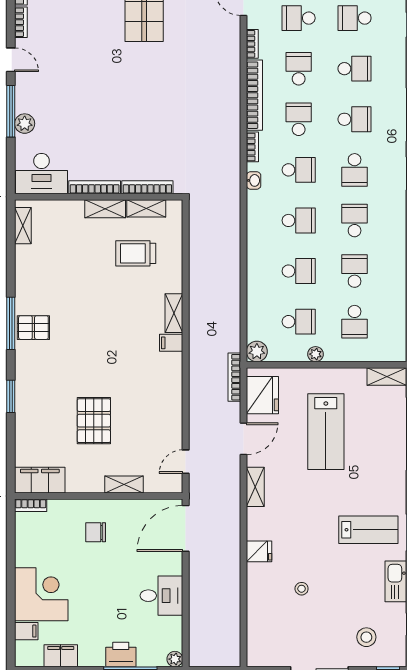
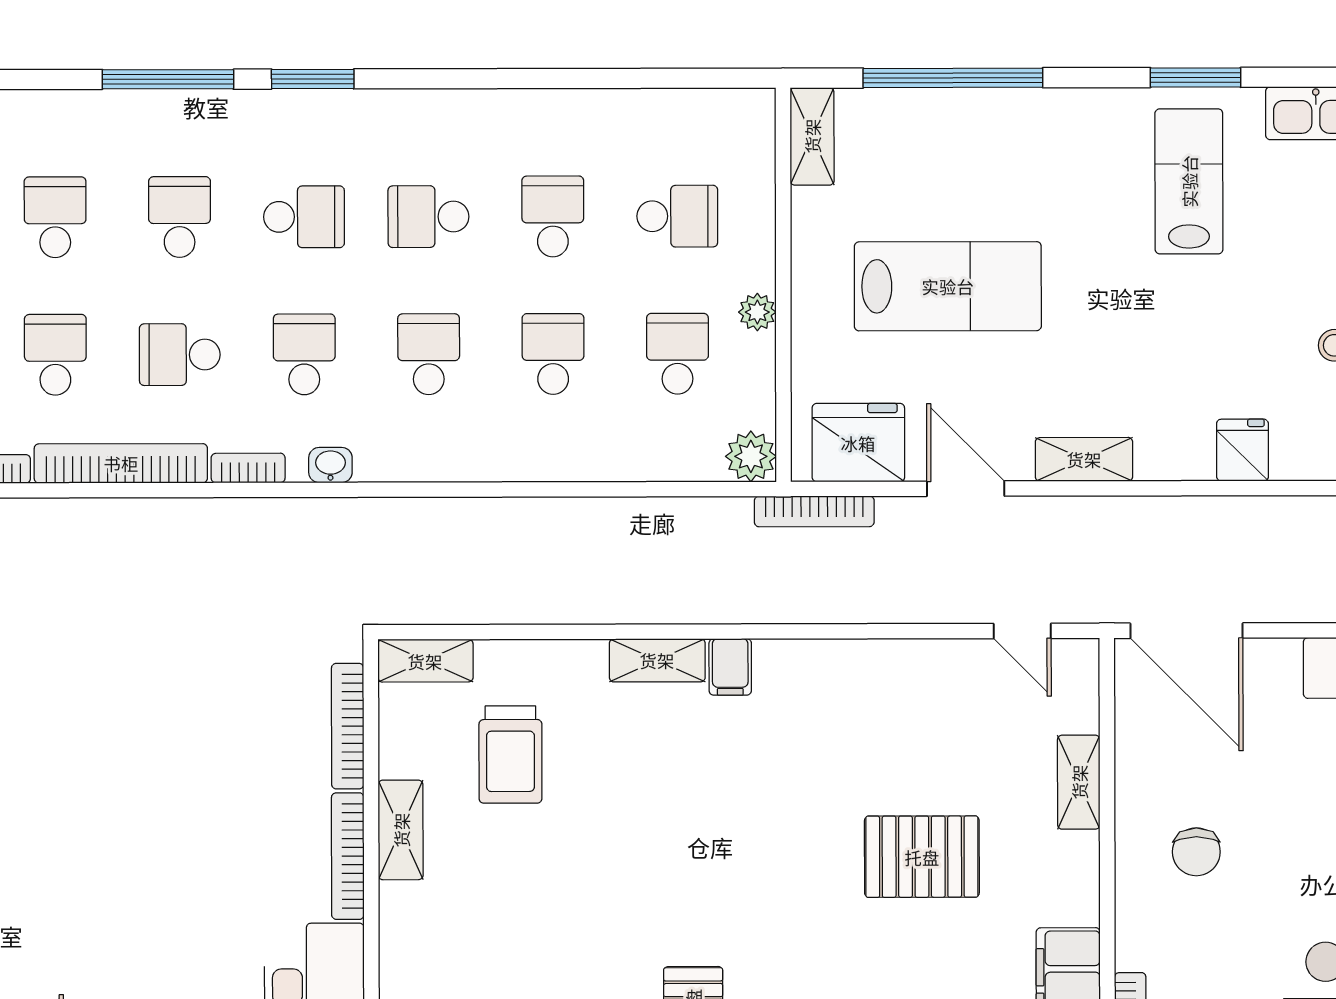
school desk: (299, 69) -> (55, 355), turned 90
shelving: (146, 208) -> (425, 661), moved, turned 90
school desk: (355, 271) -> (553, 216), turned 90

